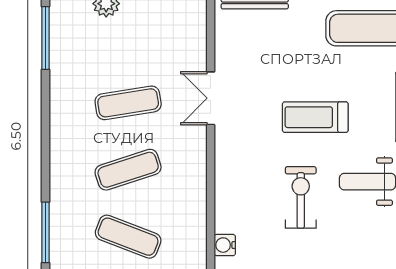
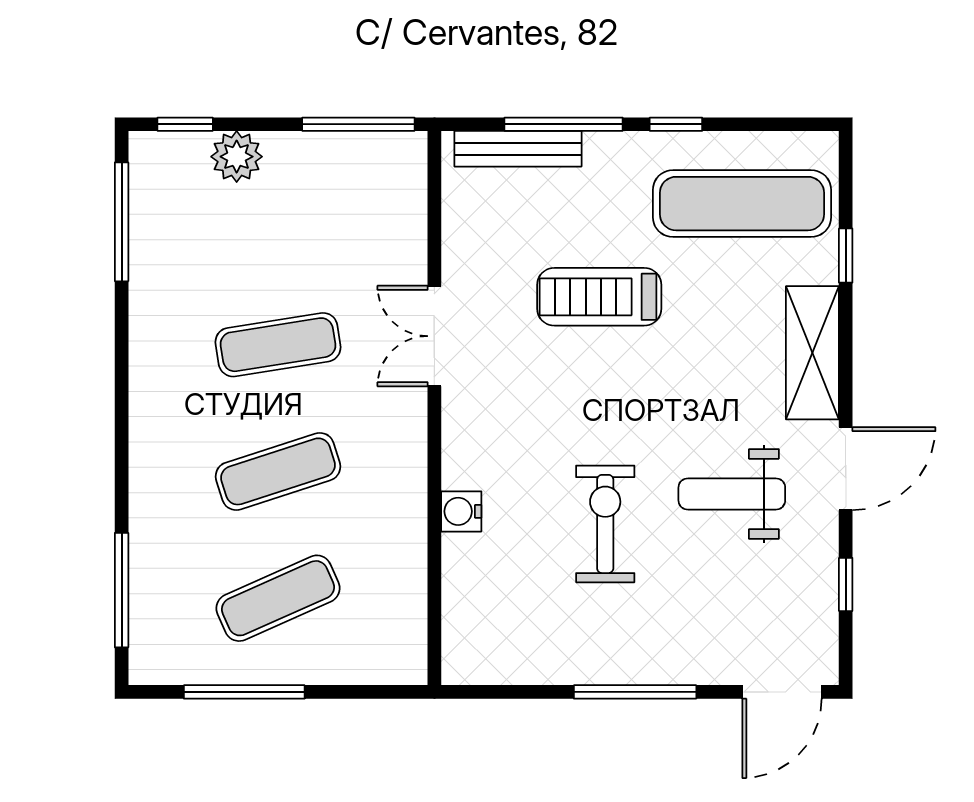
treadmill: (315, 117) -> (599, 297), moved
exercise mat: (128, 237) -> (278, 598), turned -45
water cooler: (225, 245) -> (461, 511), moved

